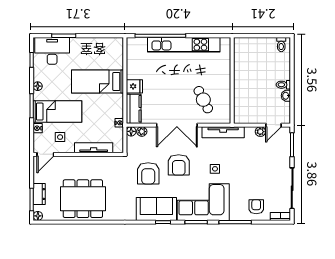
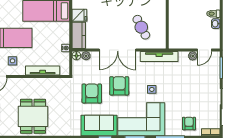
armchair: (179, 165) -> (119, 86), turned 180
armchair: (148, 173) -> (92, 93), turned 180
dining table: (83, 199) -> (33, 116), width x0.73

